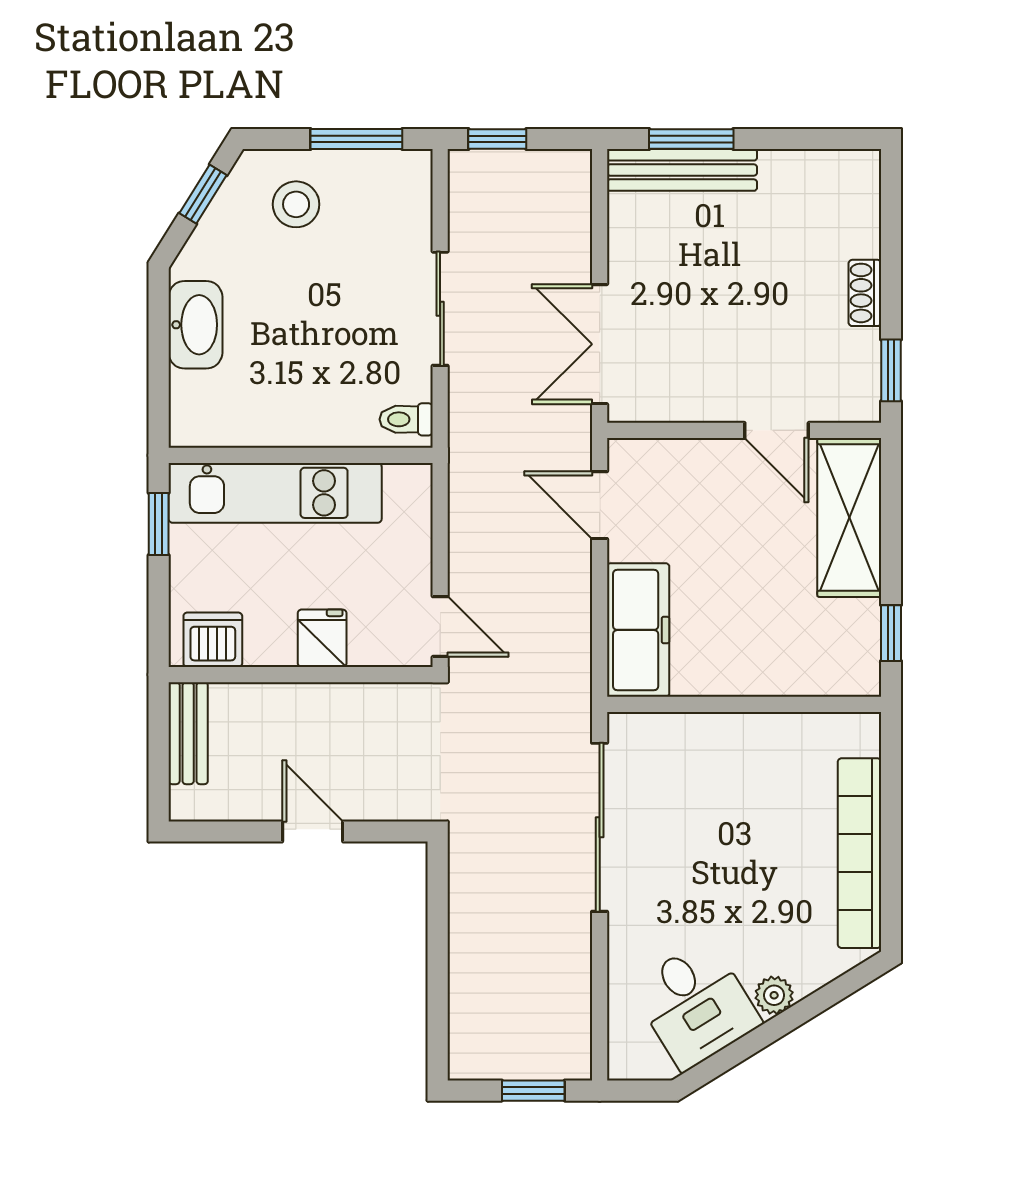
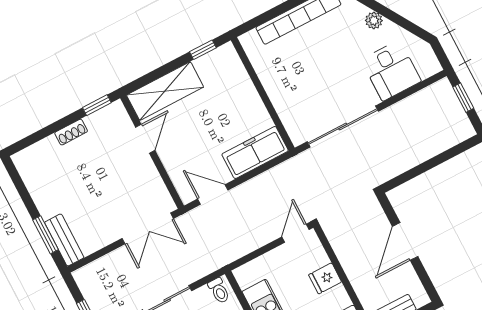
bench: (682, 170) -> (64, 240), width x0.73
door: (600, 505) -> (213, 194), swing flipped
door: (313, 832) -> (405, 241), width x1.38
desk: (696, 1005) -> (391, 70), moved, turned 122

